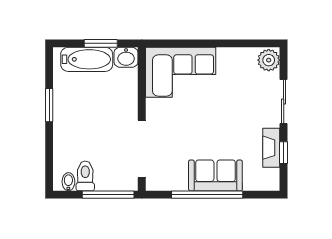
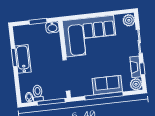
bathtub: (87, 59) -> (23, 59), moved, turned -90
corner sofa: (181, 72) -> (90, 36), width x1.36, depth x1.36
plant: (269, 180) -> (136, 84), added

